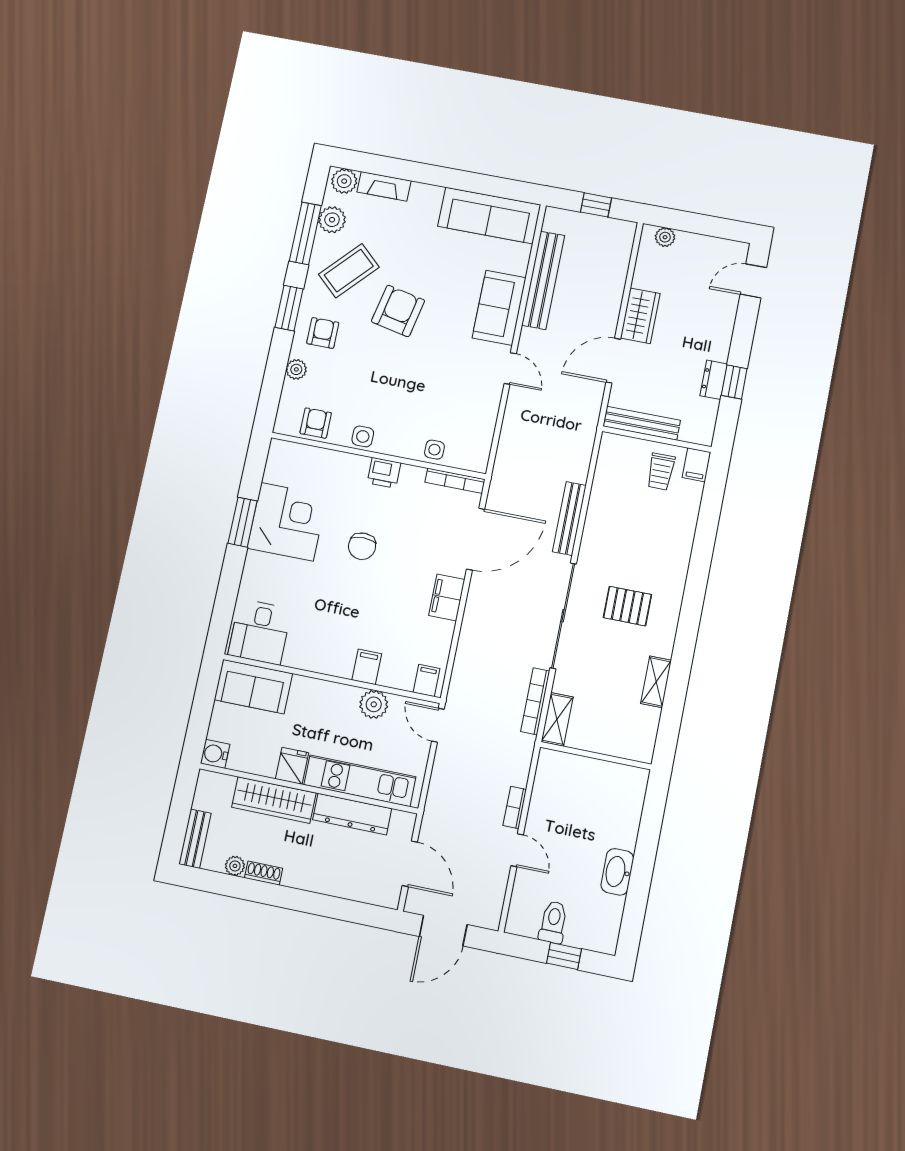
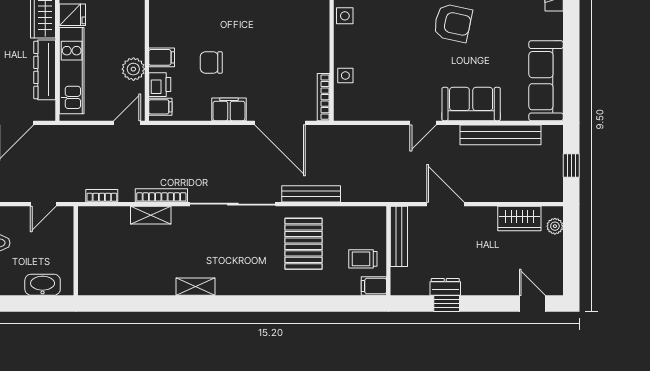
wardrobe: (640, 316) -> (519, 219), moved
printer: (384, 473) -> (160, 85), moved, turned 180
chair: (362, 546) -> (211, 62), moved
pallet: (627, 606) -> (304, 244), moved, width x1.50, depth x1.42
wall: (596, 756) -> (76, 251), moved
bookcase: (515, 808) -> (102, 196), moved

